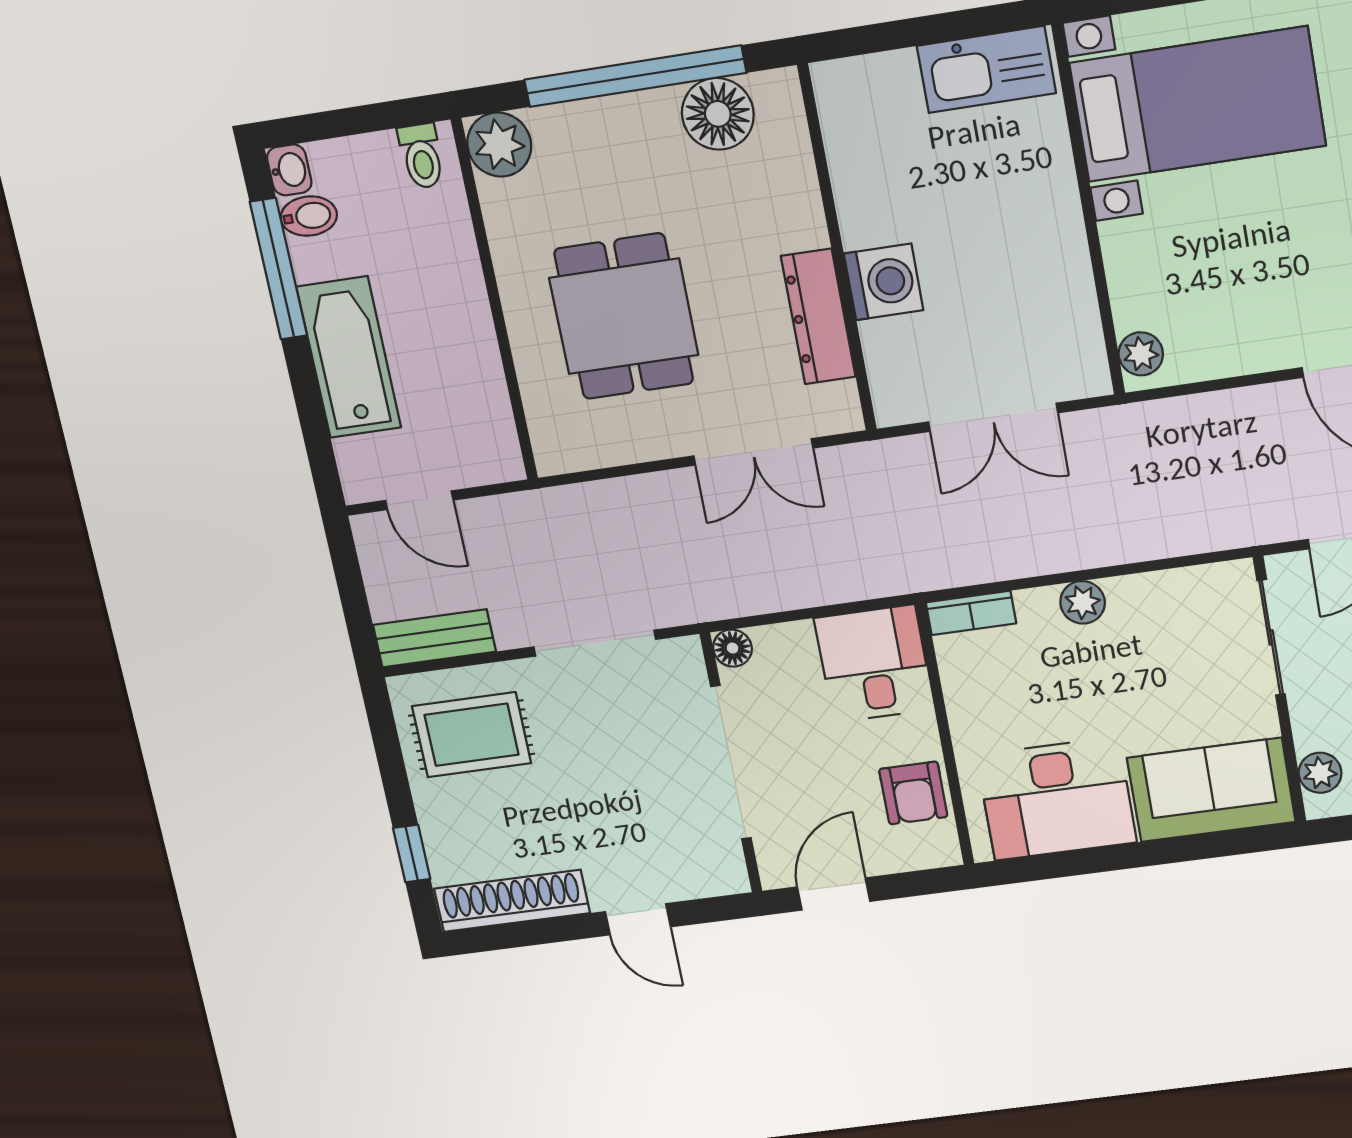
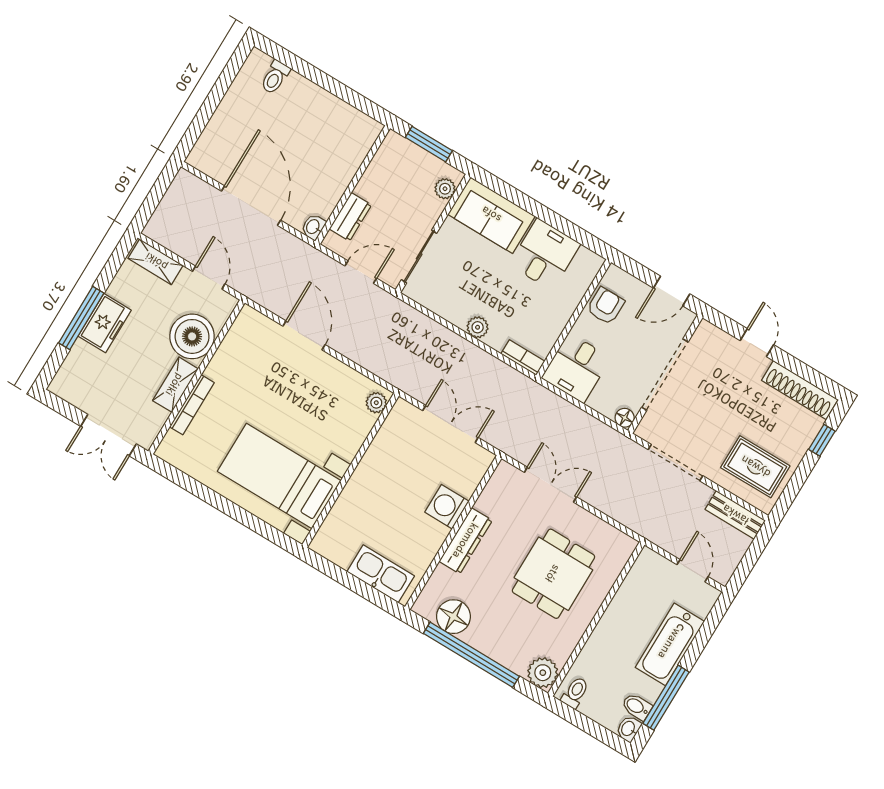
kitchen sink: (986, 70) -> (381, 574), moved
dresser: (818, 317) -> (466, 541), moved
desk: (1056, 799) -> (545, 254), width x0.73

